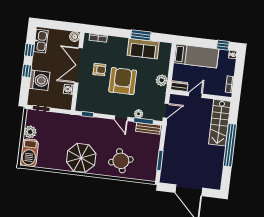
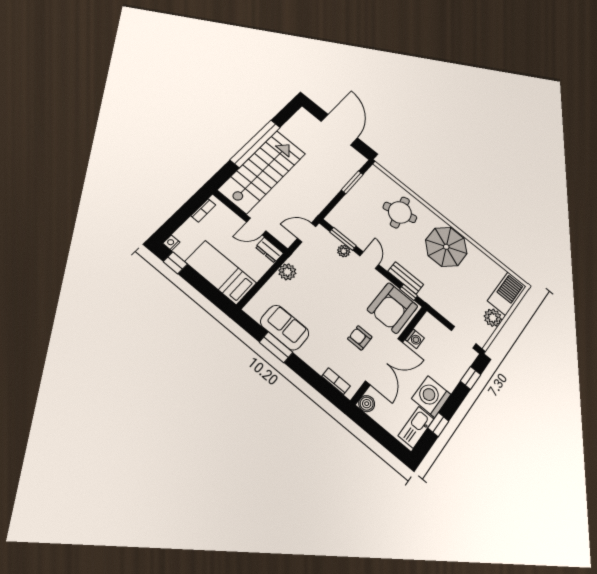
window: (27, 71) -> (471, 378), moved
washing machine: (39, 80) -> (431, 396), moved
armchair: (123, 81) -> (393, 308), moved
stairs: (220, 123) -> (262, 171), width x1.36, depth x1.51
bench: (148, 128) -> (406, 278), moved

